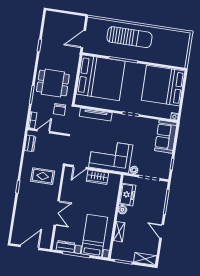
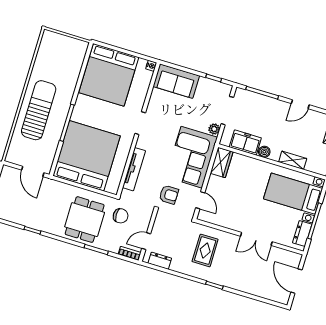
door: (43, 131) -> (146, 241), hinge flipped
armchair: (80, 143) -> (169, 195), added
wardrobe: (97, 177) -> (222, 163), moved
double door: (57, 213) -> (256, 239), swing flipped

